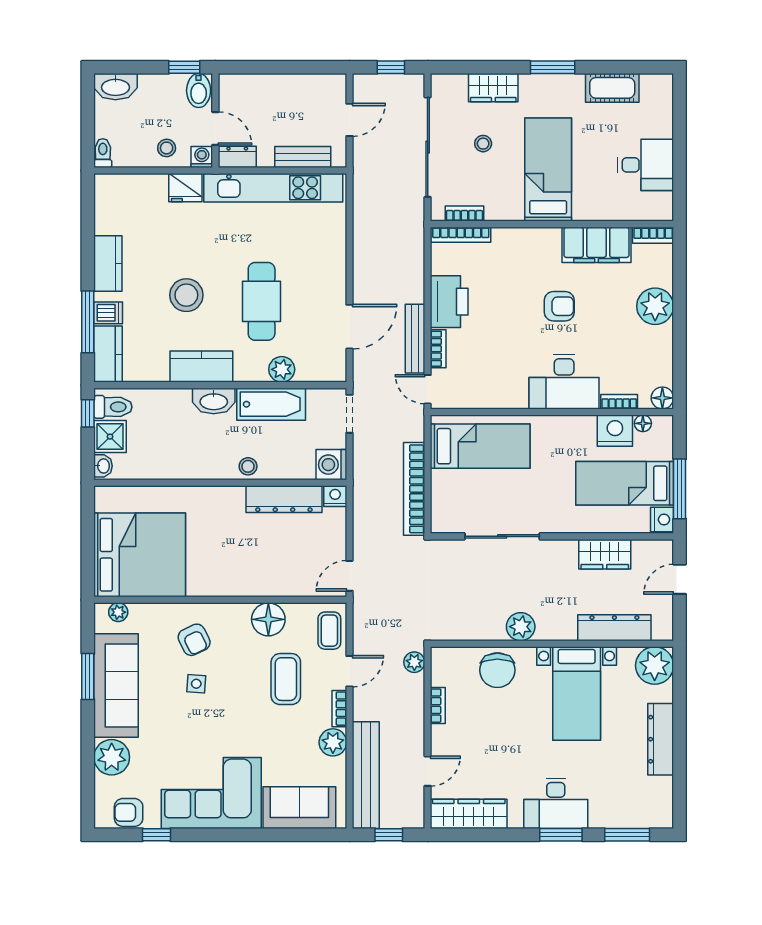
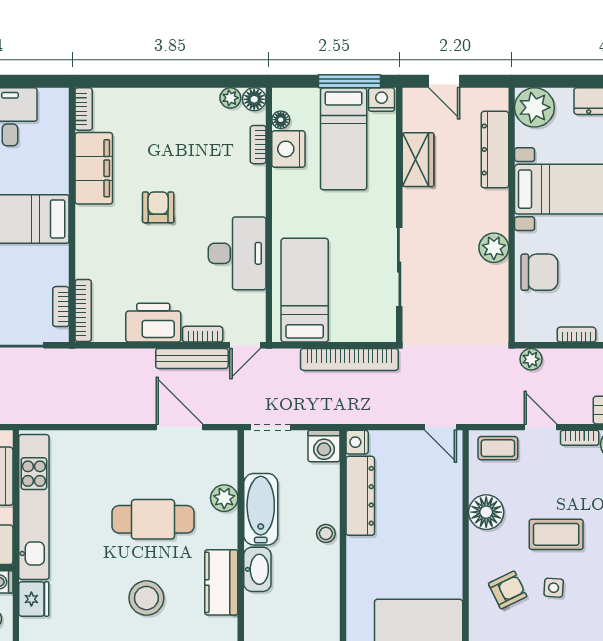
plant: (655, 306) -> (230, 98), moved, width x0.53, depth x0.53
desk: (564, 382) -> (237, 253), moved
coffee table: (286, 679) -> (556, 534), moved

